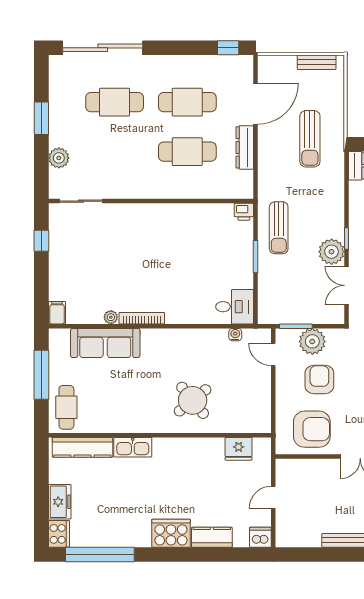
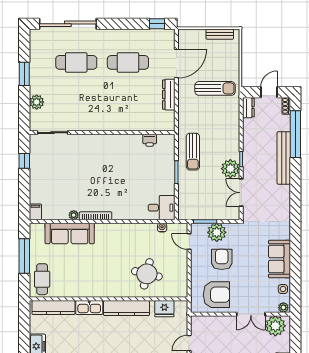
sun lounger: (310, 139) -> (215, 88), turned -90
cafe table: (187, 152) -> (128, 98), removed
printer: (244, 212) -> (150, 140), moved
round table: (193, 400) -> (147, 274), moved, turned -38
kitchen counter: (185, 448) -> (127, 308), added

